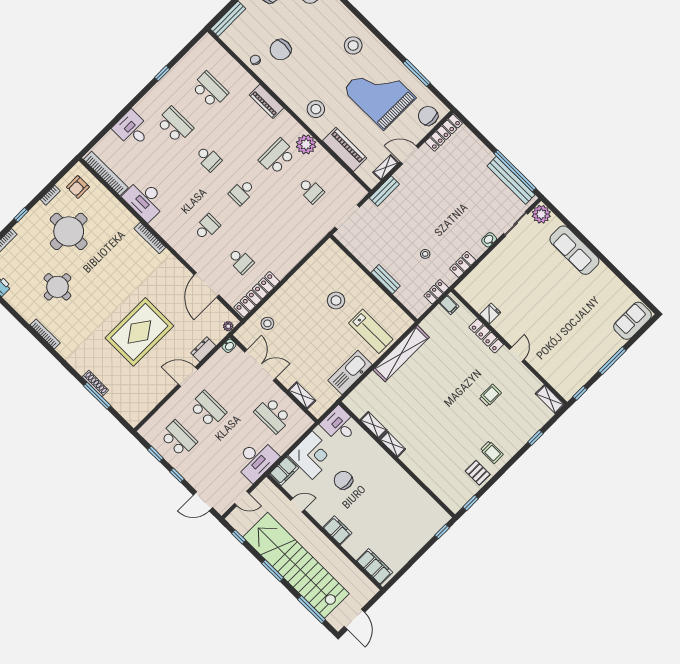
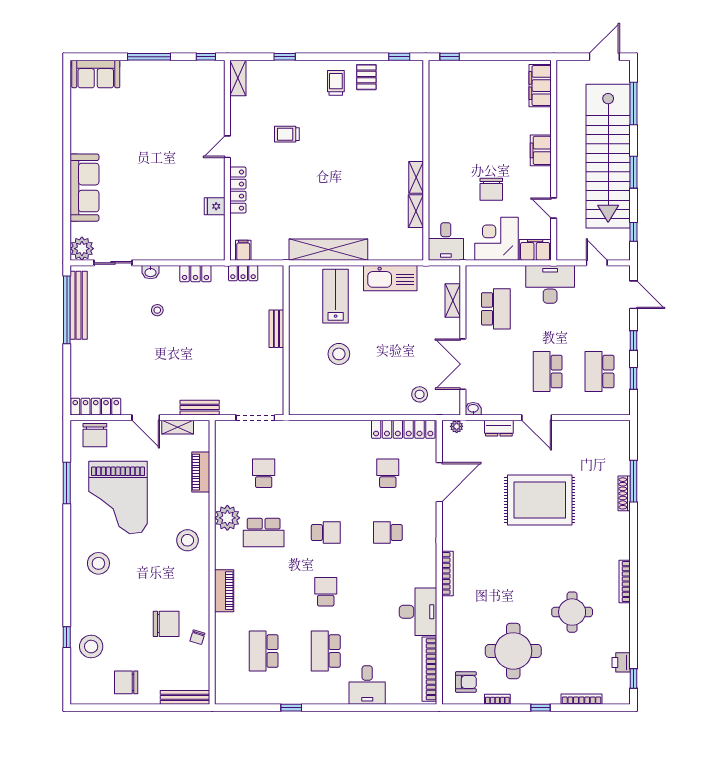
piano: (345, 149) -> (201, 472), width x0.73, depth x0.75
stool: (425, 254) -> (157, 310), moved

